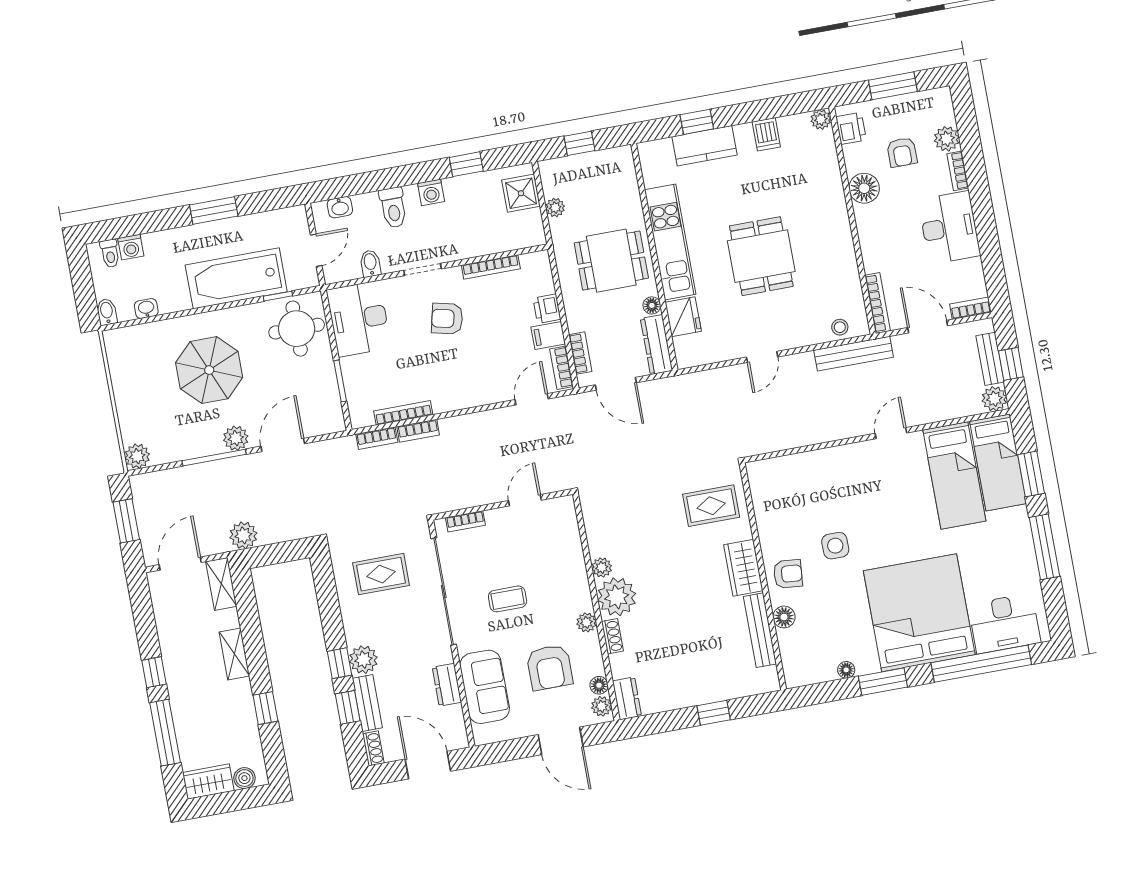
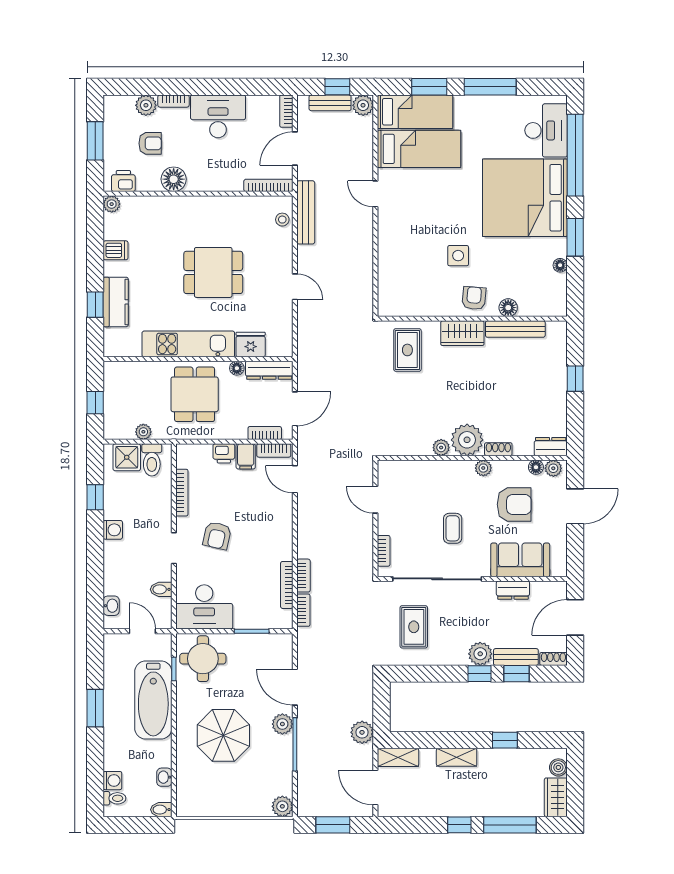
toilet: (393, 208) -> (152, 460), moved, turned 90

